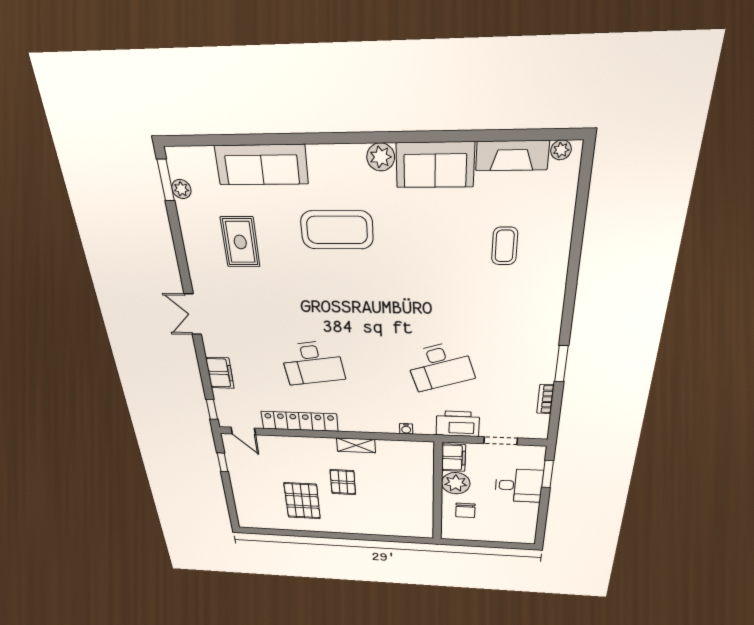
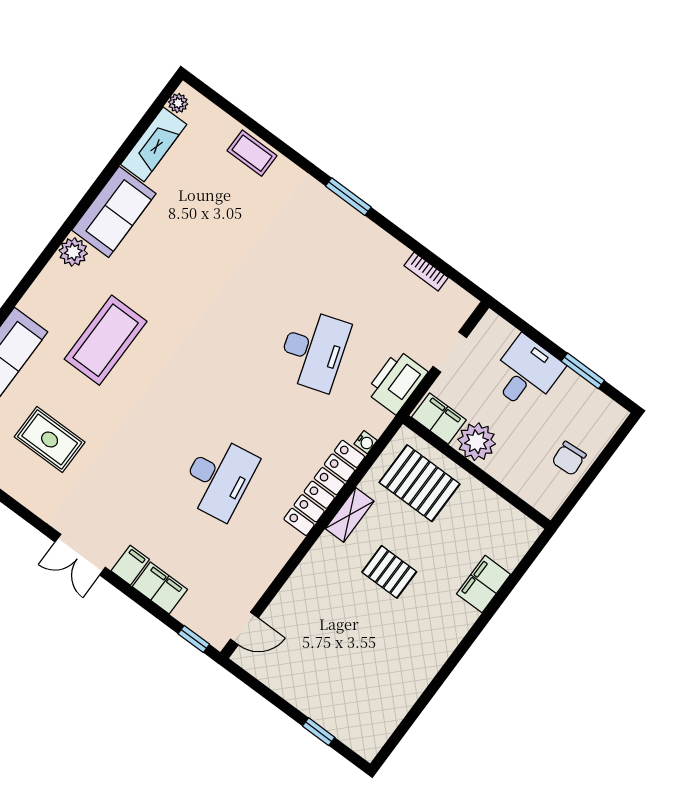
coffee table: (505, 246) -> (252, 153), moved
filing cabinet: (216, 348) -> (130, 565), added
window: (561, 364) -> (348, 197), moved
locker: (300, 421) -> (324, 488), moved
window: (223, 462) -> (319, 732), moved
window: (548, 474) -> (583, 371), moved
pallet: (302, 501) -> (419, 483), moved
chair: (465, 510) -> (569, 458), moved, turned 86
filing cabinet: (378, 527) -> (484, 584), added

